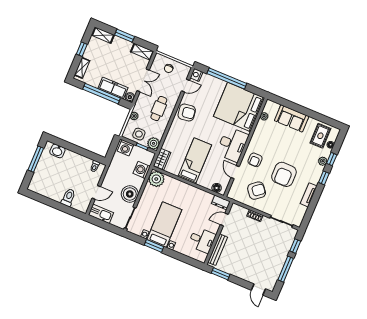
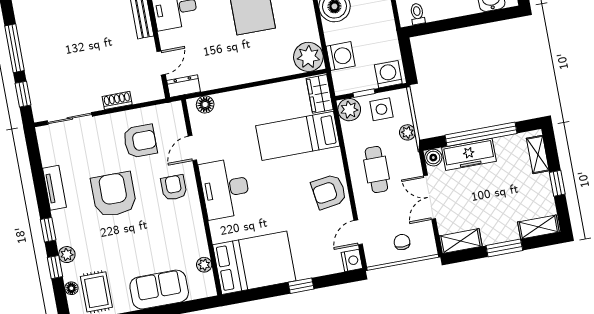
window: (227, 78) -> (301, 286), width x0.32
bed: (239, 107) -> (254, 263), width x0.73
bed: (195, 161) -> (298, 136), moved, turned 90
door: (235, 172) -> (192, 148), swing flipped
armchair: (257, 191) -> (140, 141), turned -141

